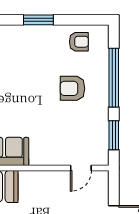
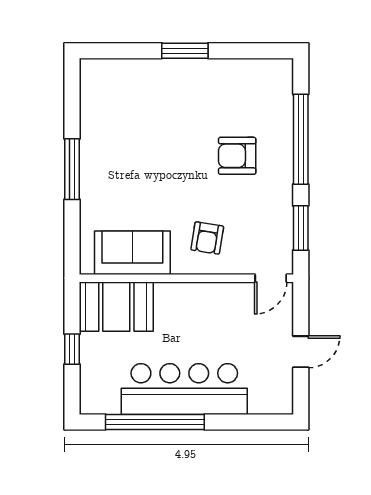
armchair: (79, 42) -> (207, 238), moved, turned 99
door: (81, 168) -> (271, 278), moved

